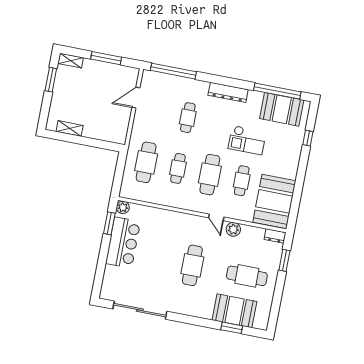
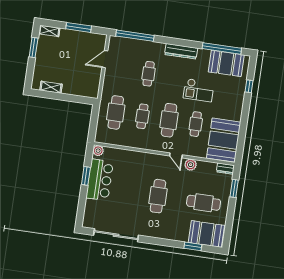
window: (109, 223) -> (86, 176), moved
booth: (234, 311) -> (206, 234), moved

